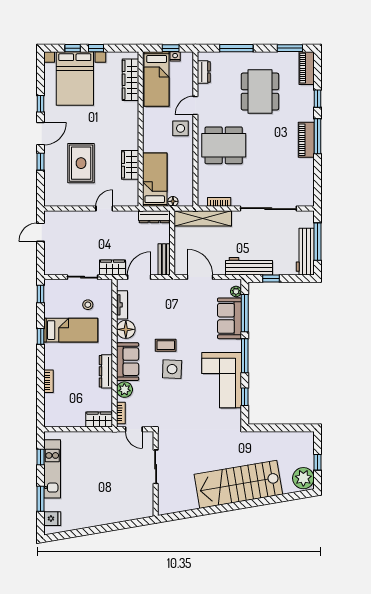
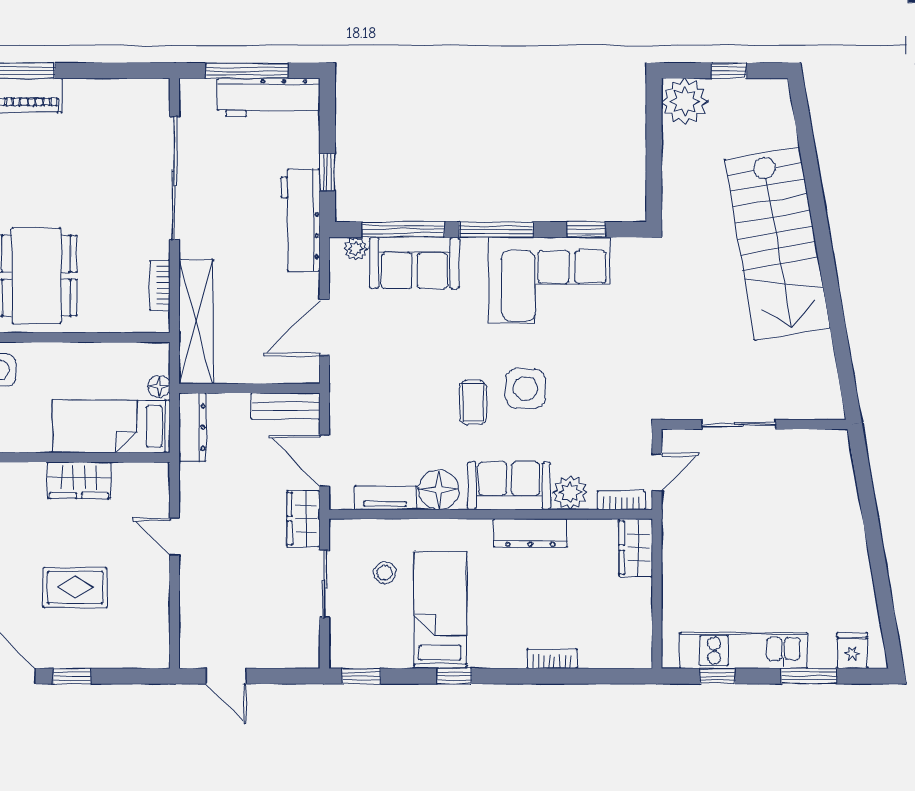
rug: (81, 163) -> (75, 588), width x0.73, depth x0.70
plant: (303, 478) -> (685, 102), moved

